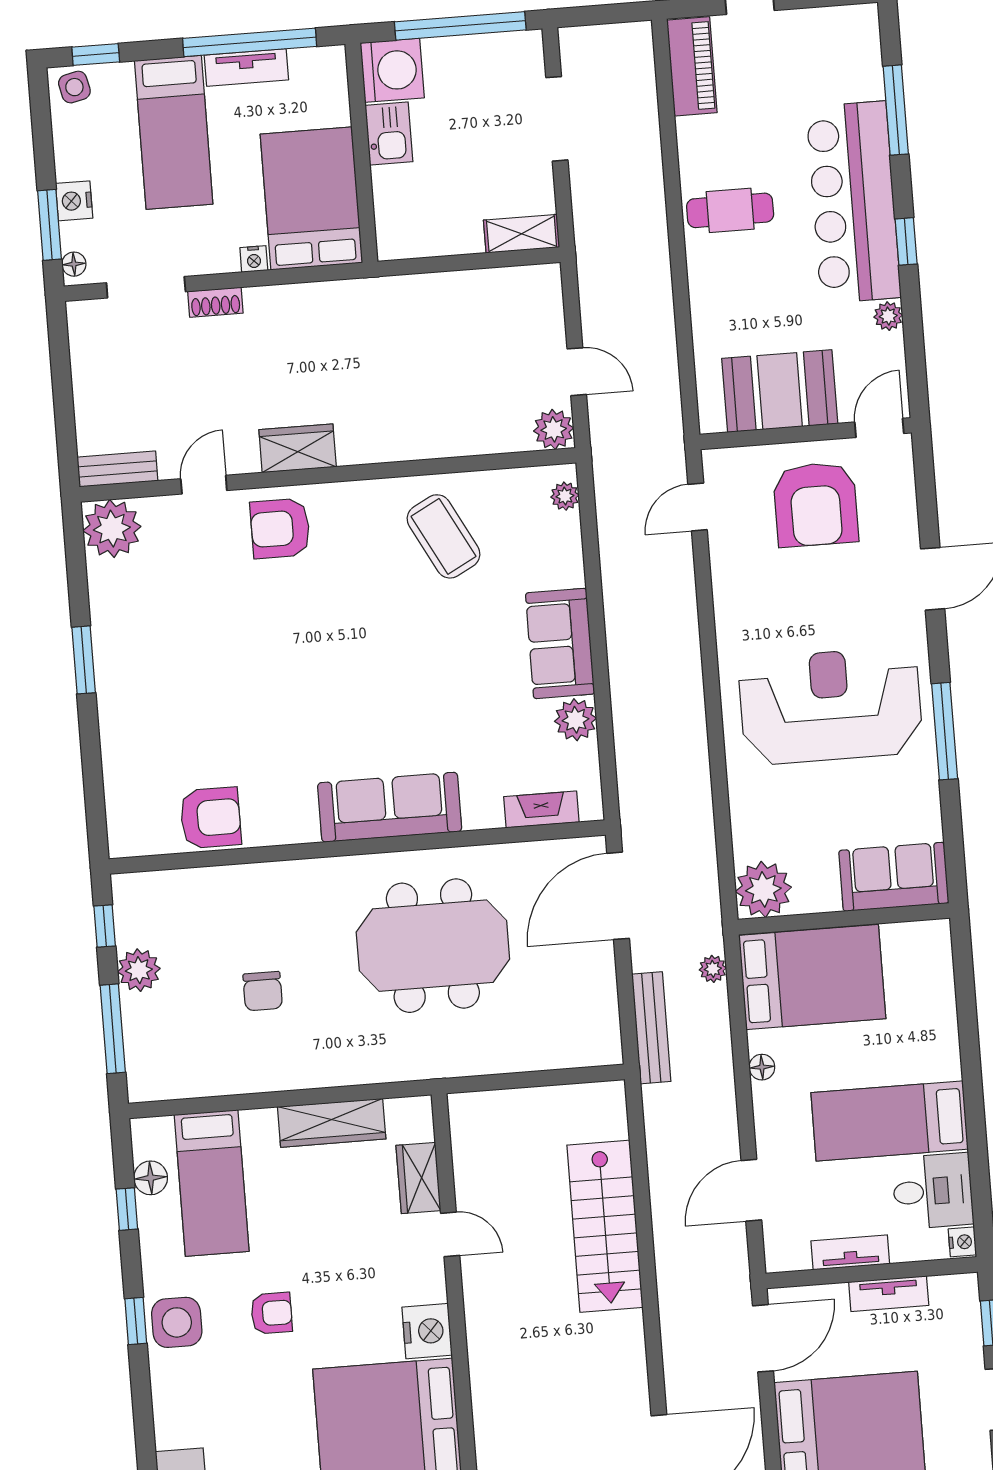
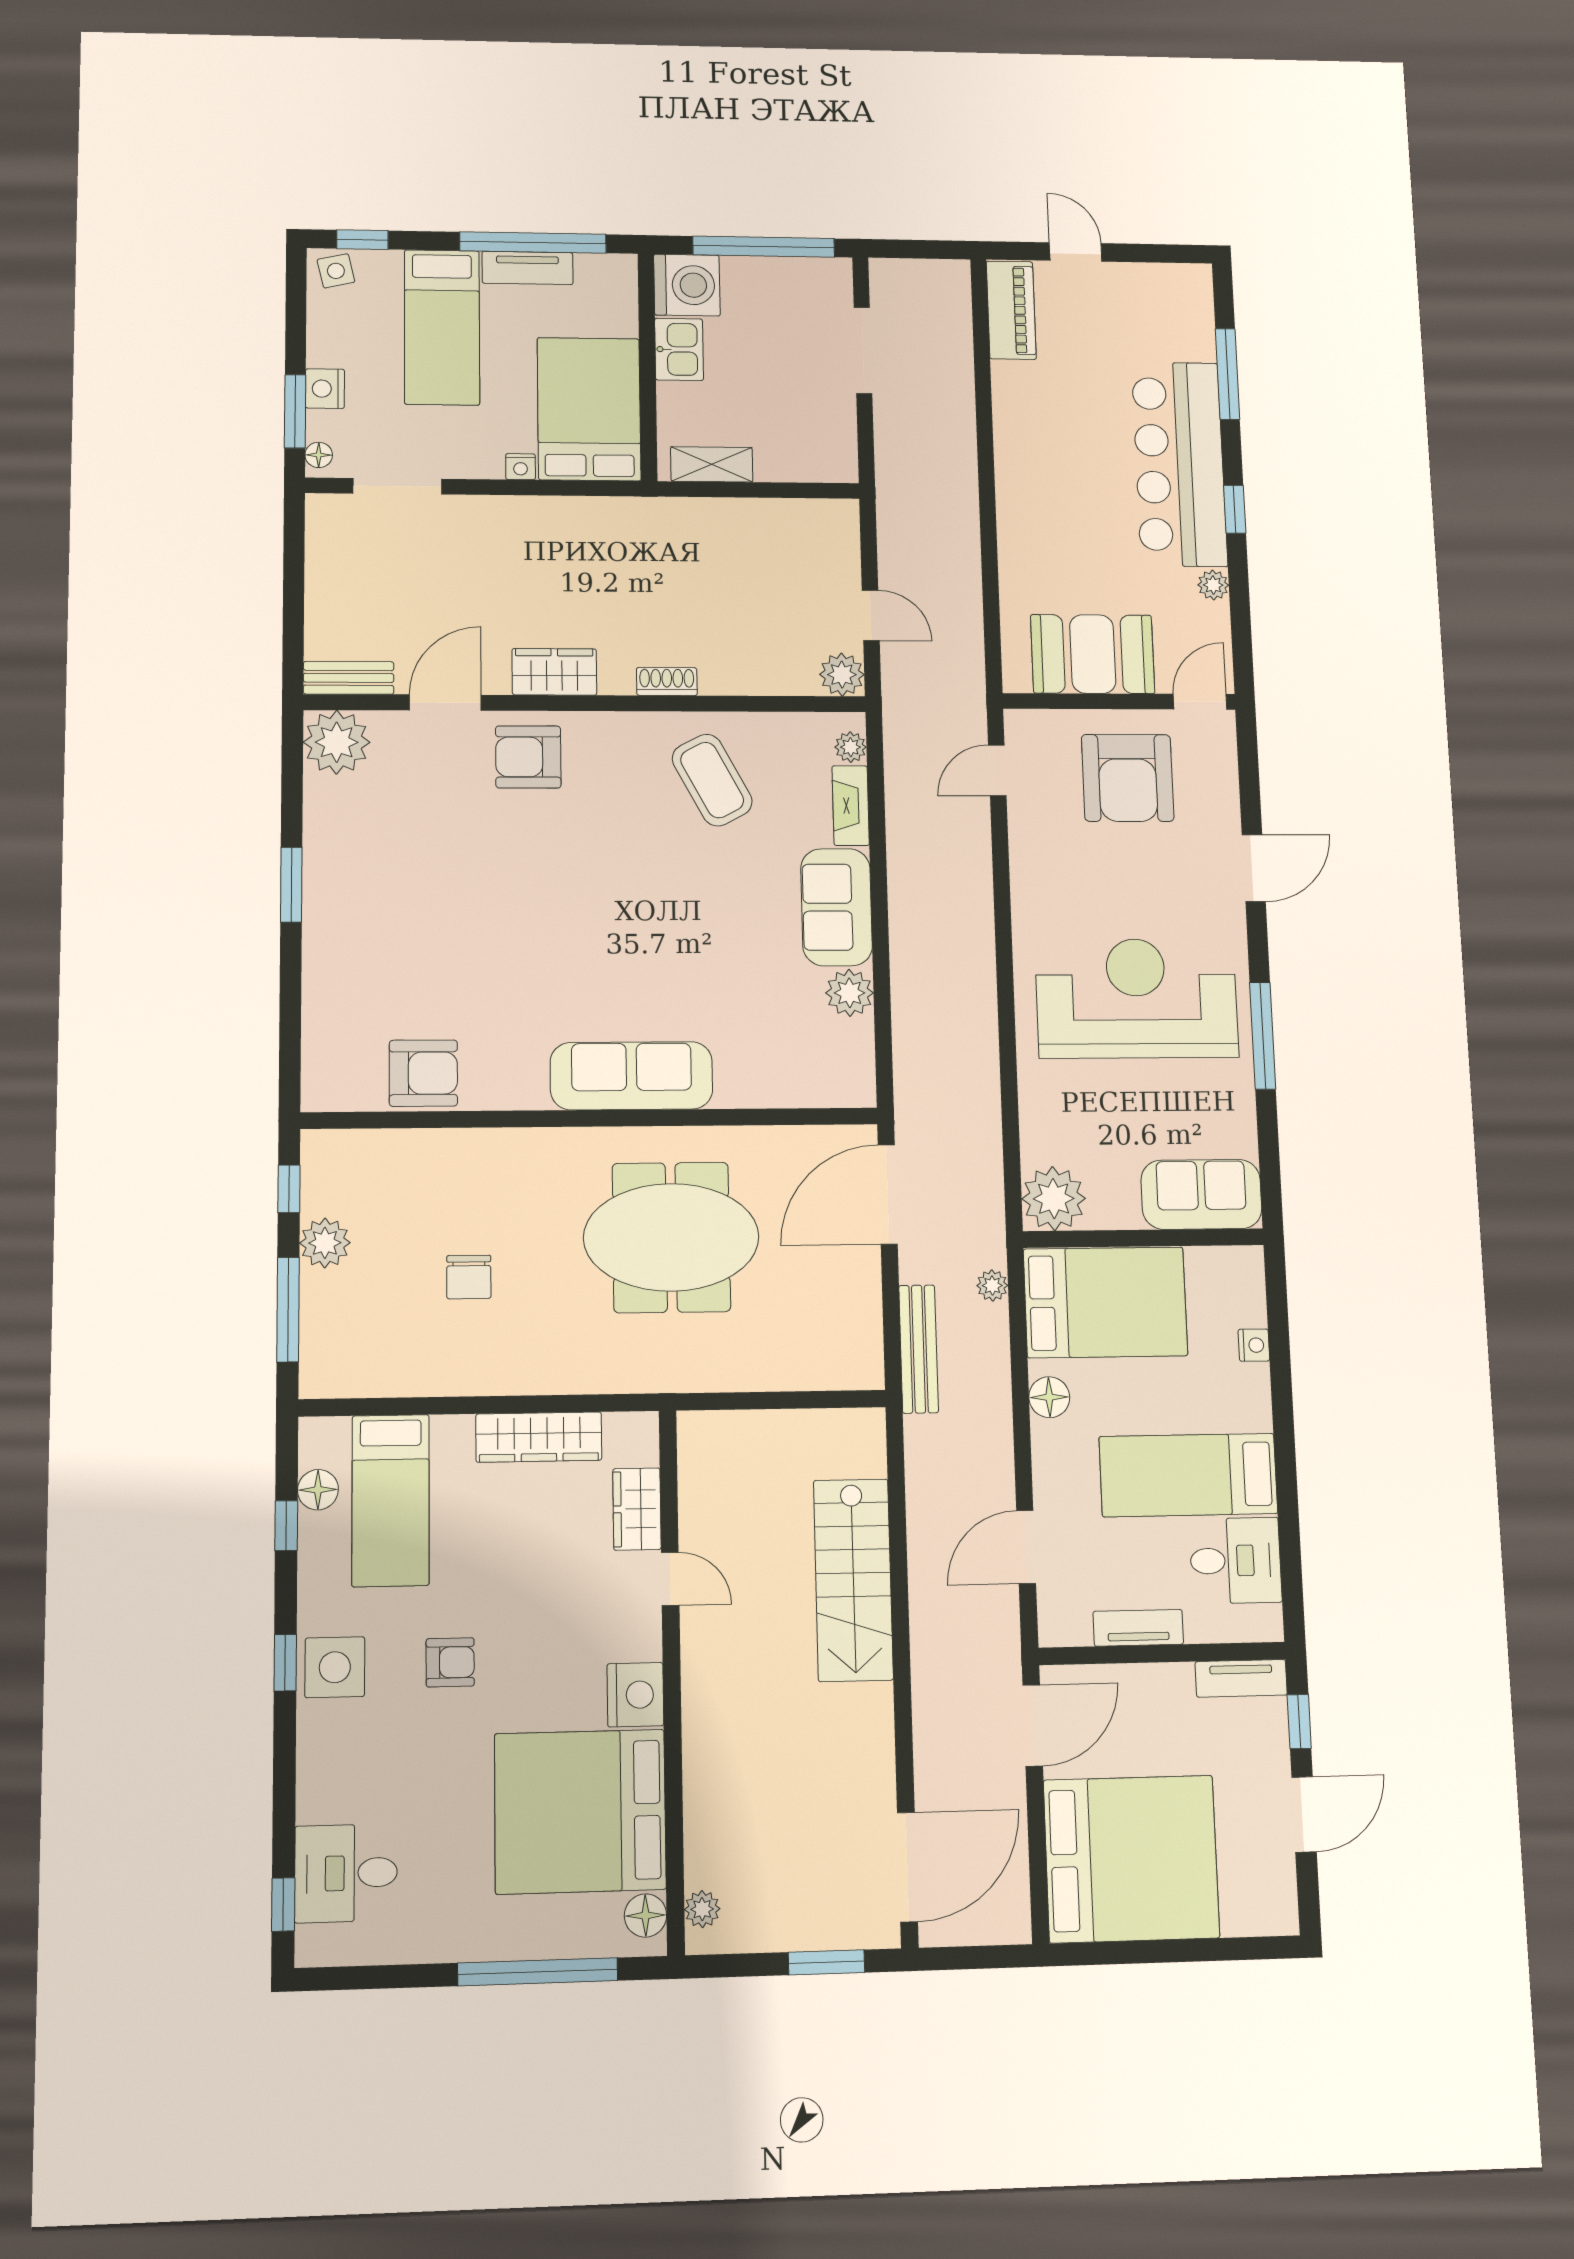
cafe table: (730, 210) -> (1046, 461), removed
shelving: (522, 234) -> (712, 464), moved
shoe rack: (215, 302) -> (667, 682), moved, turned 180
door: (204, 485) -> (445, 703), width x1.38
fireplace: (541, 809) -> (851, 806), moved, turned -90
floor lamp: (762, 1067) -> (1049, 1397), width x1.37, depth x1.37
nightstand: (962, 1242) -> (1254, 1345), moved
tv unit: (889, 1294) -> (1241, 1678), moved

